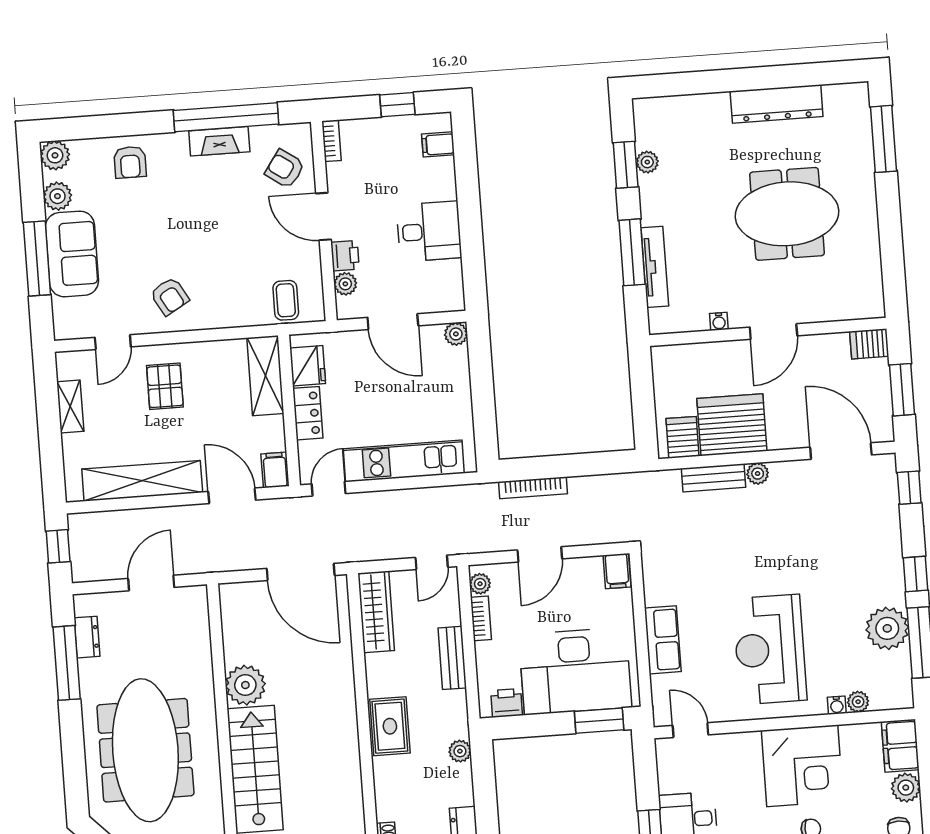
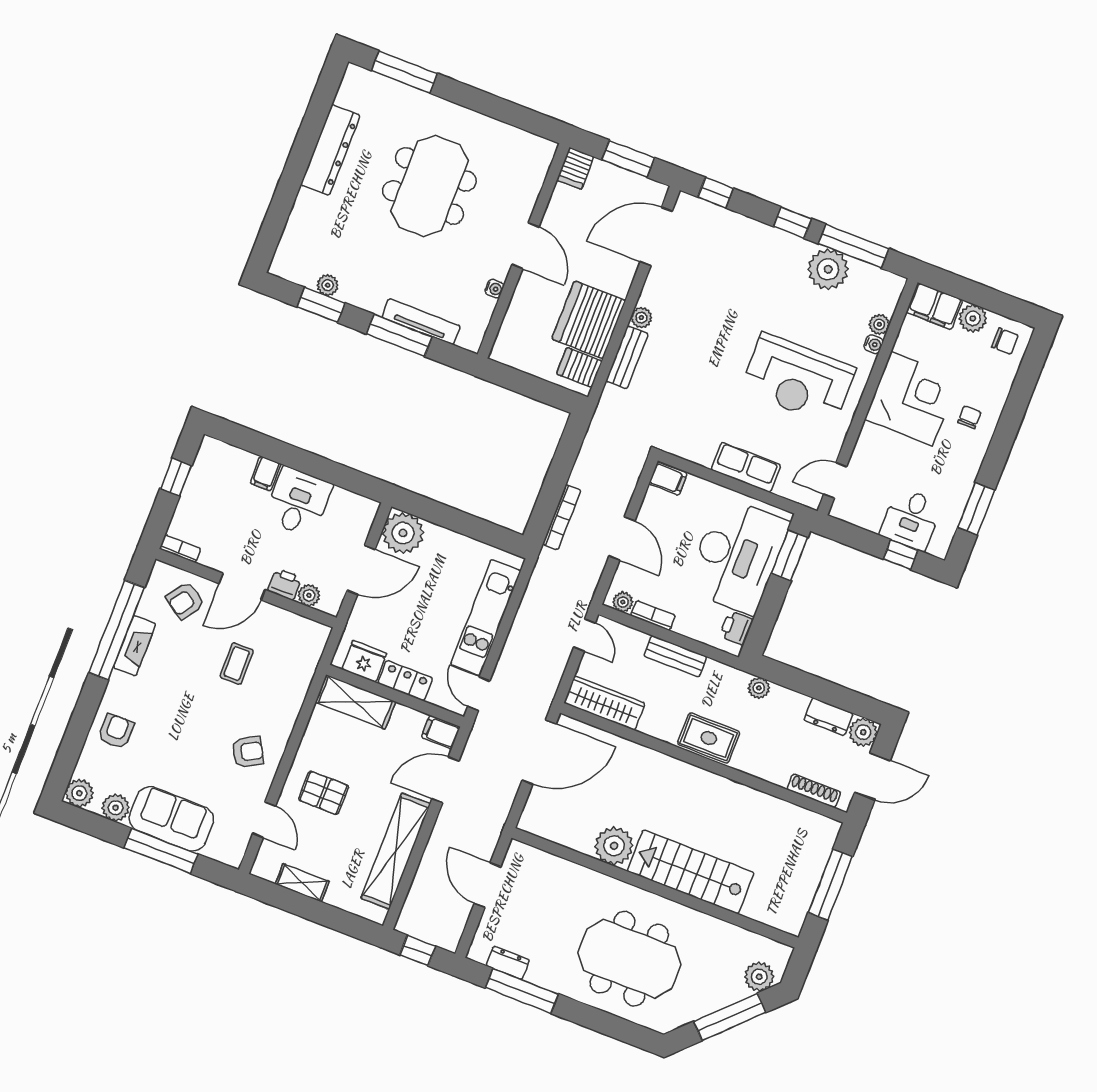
filing cabinet: (438, 144) -> (266, 473), moved
armchair: (130, 162) -> (116, 731), turned -90
coffee table: (286, 300) -> (237, 664), moved, turned 90
plant: (456, 334) -> (403, 533), width x1.88, depth x1.88
meeting table: (145, 750) -> (629, 959), width x0.73

